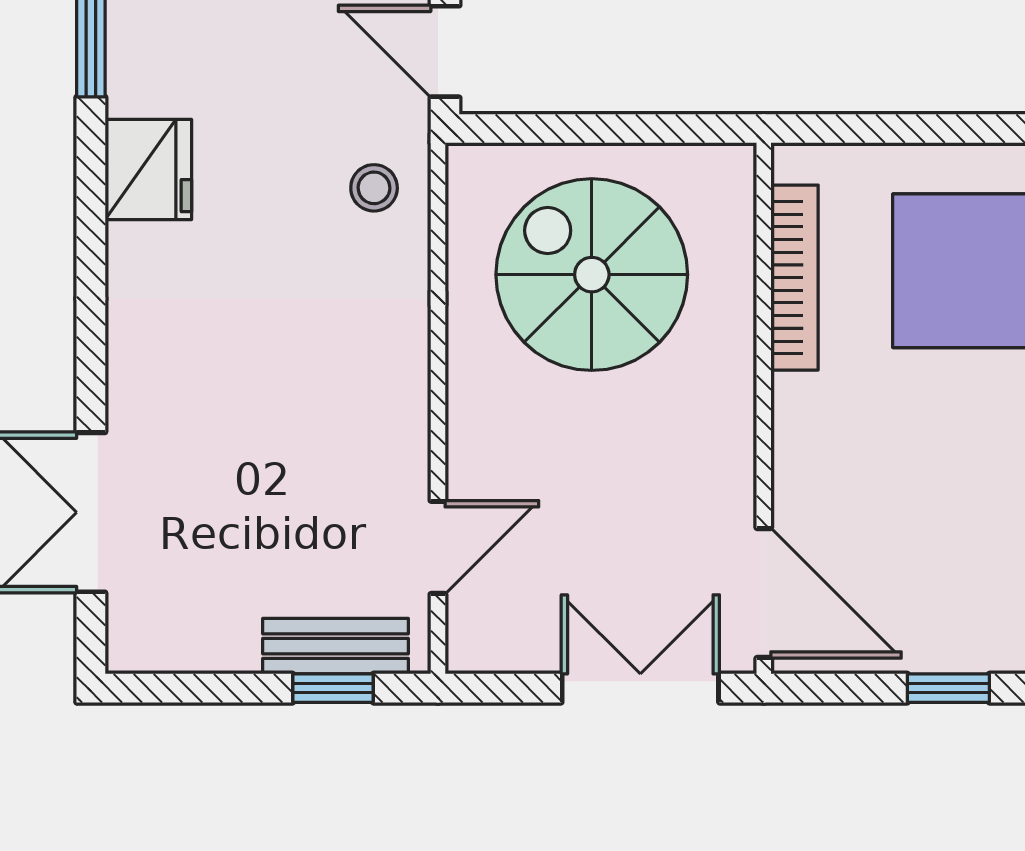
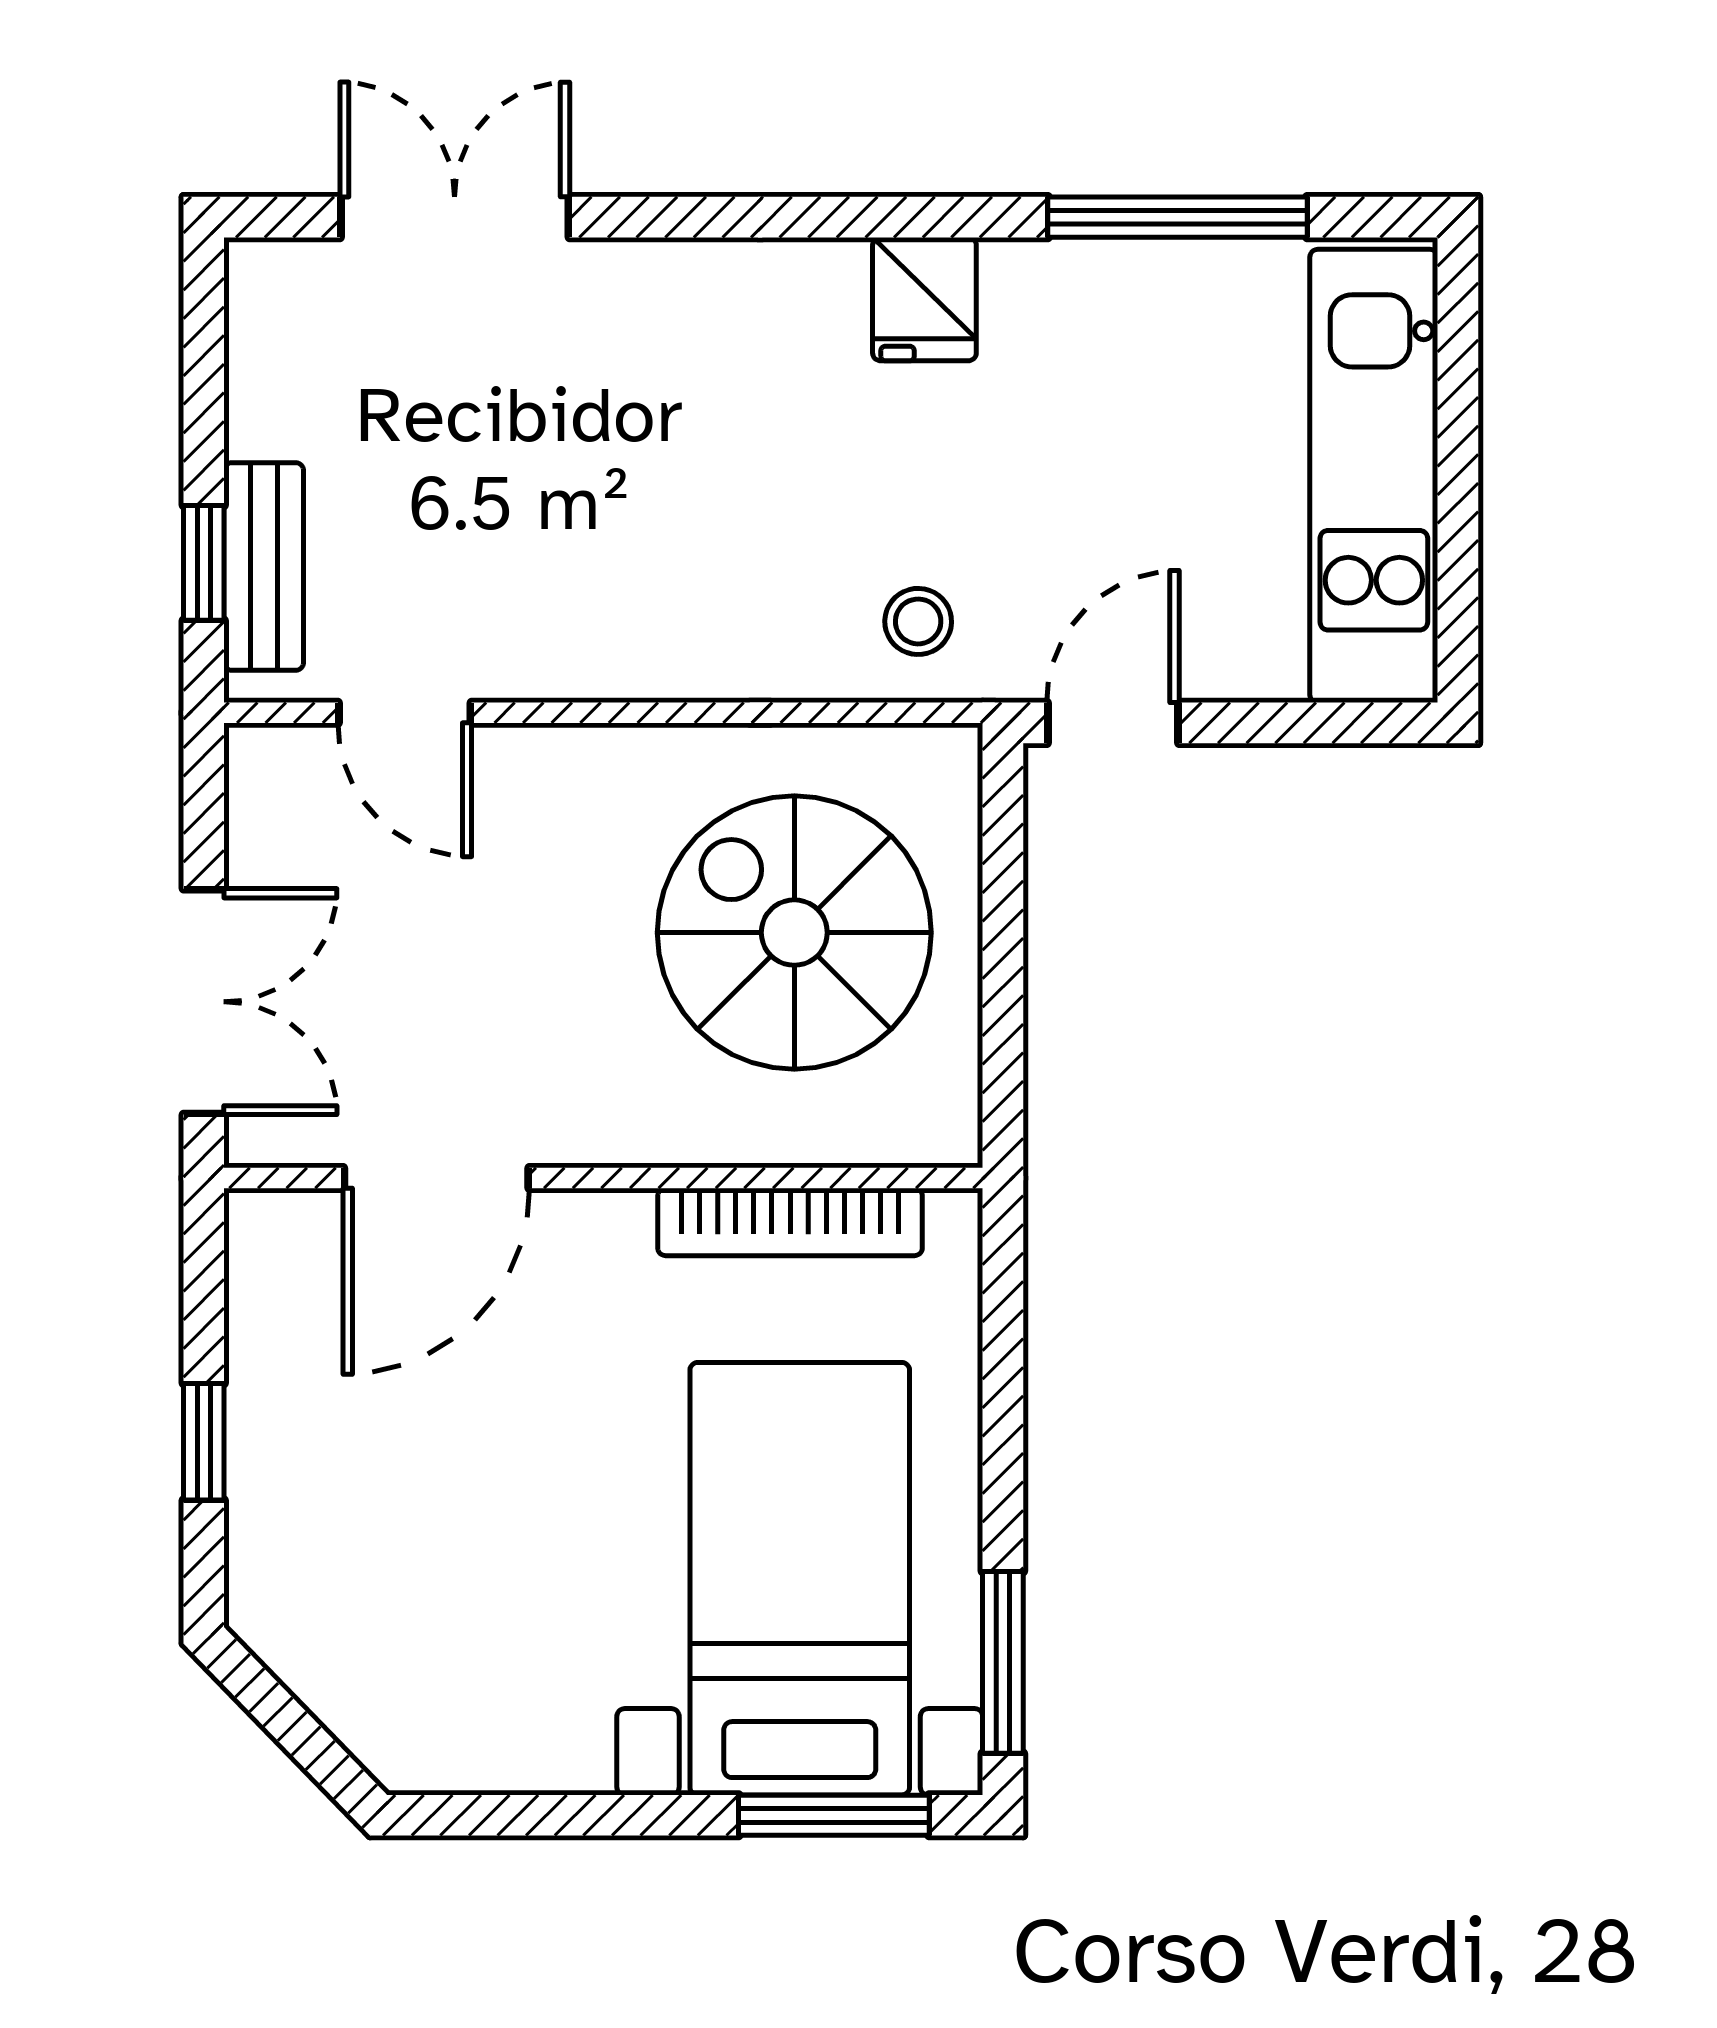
fridge: (148, 170) -> (924, 299), width x0.72
spiral stairs: (592, 275) -> (794, 933), turned -90
door: (764, 593) -> (436, 1178), moved

